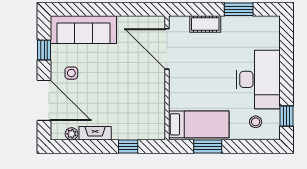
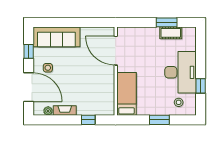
cot: (205, 24) -> (171, 33), moved
window: (287, 116) -> (201, 86), moved
bed: (199, 124) -> (126, 94), moved, turned -90
window: (208, 146) -> (159, 120), moved

